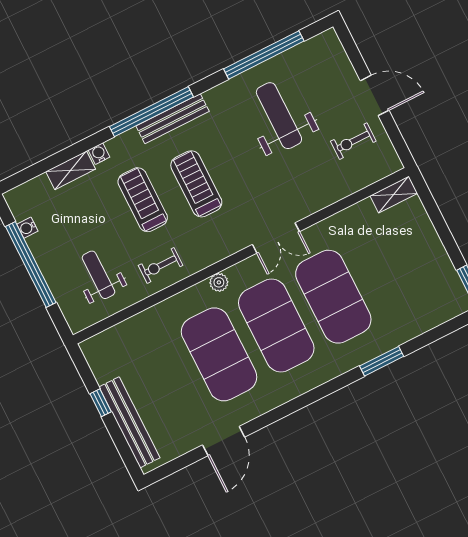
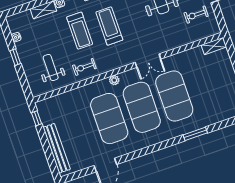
treadmill: (143, 200) -> (80, 31), turned 180
window: (31, 265) -> (15, 57), width x0.32
window: (101, 403) -> (37, 118), moved

